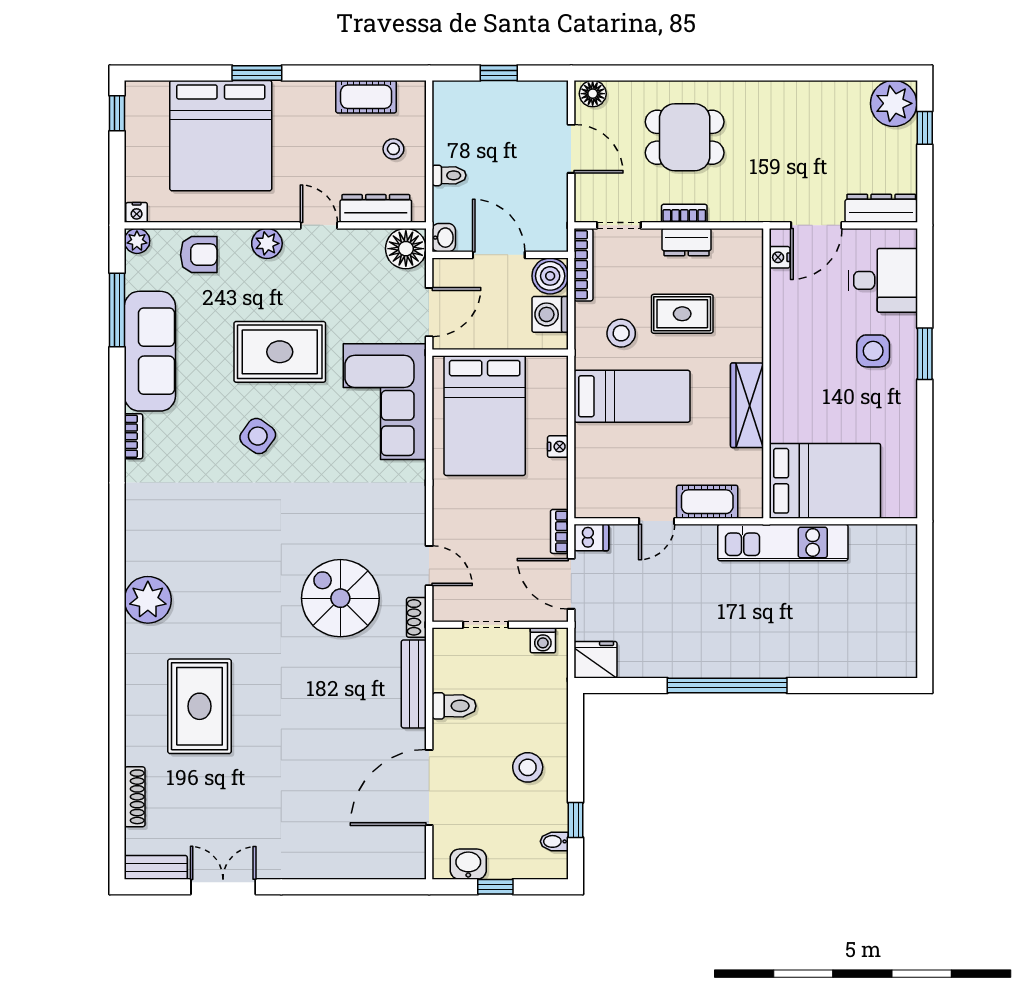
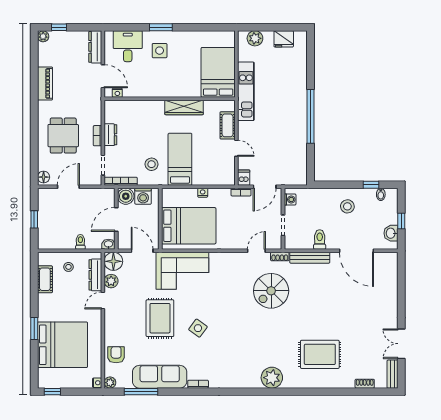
piano: (800, 97) -> (45, 83), added
plant: (894, 103) -> (43, 36), width x0.53, depth x0.53
plant: (267, 243) -> (111, 281), moved
rug: (682, 314) -> (143, 137), removed
plant: (900, 562) -> (255, 38), added
fridge: (595, 660) -> (284, 39), moved, turned -90
shoe rack: (135, 797) -> (365, 384), width x0.70

